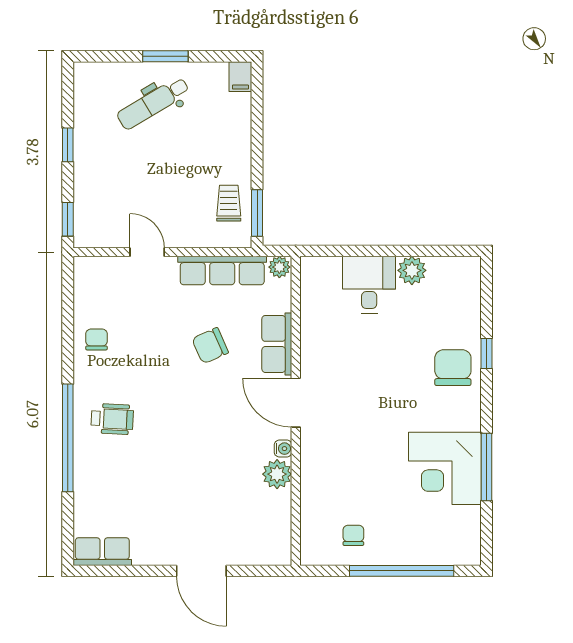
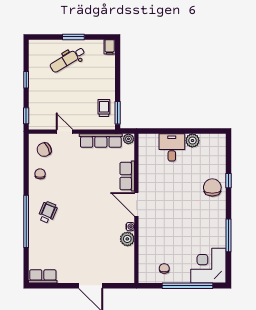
chair: (210, 346) -> (44, 150), moved
wheelchair: (112, 419) -> (48, 212), turned -70
corner desk: (445, 468) -> (208, 266), moved, turned 90

